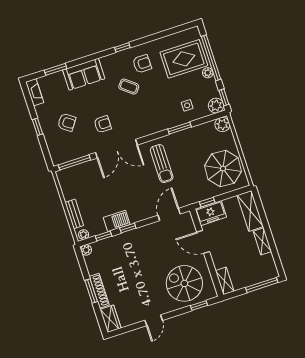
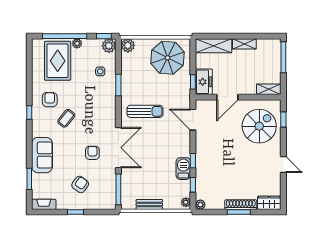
bench: (74, 214) -> (149, 204), moved
spiral stairs: (184, 283) -> (259, 126), turned 180

